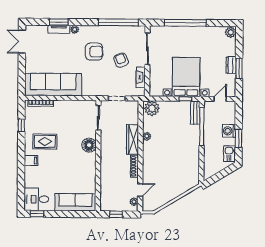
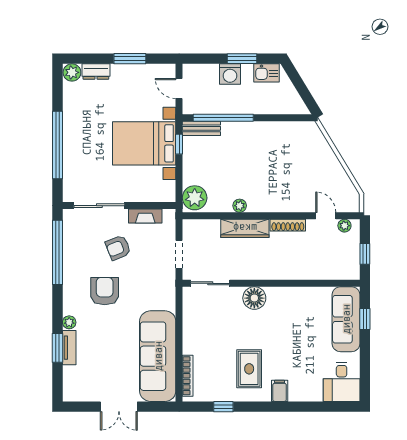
double door: (22, 42) -> (119, 407), moved
dresser: (231, 65) -> (96, 71), moved
window: (37, 214) -> (365, 319), moved

